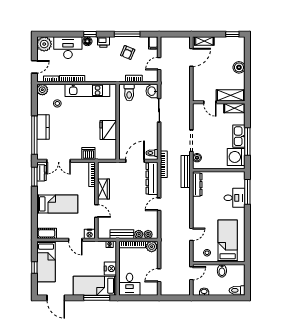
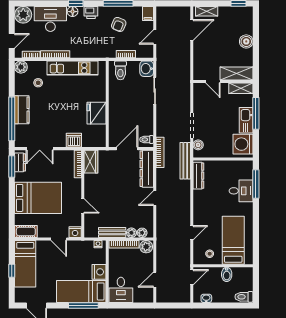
window: (247, 141) -> (256, 113), moved
wardrobe: (103, 189) -> (91, 162), moved
bed: (57, 204) -> (38, 198), width x1.50

